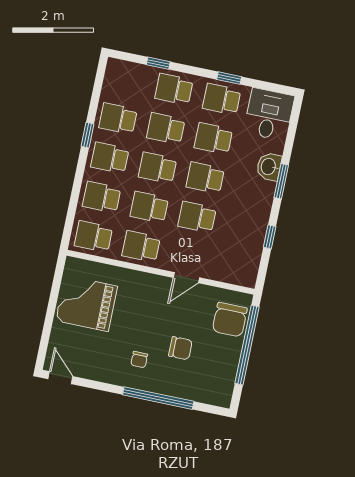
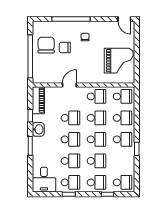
school desk: (118, 119) -> (123, 182), moved
washbasin: (269, 167) -> (38, 129), moved
piano: (249, 262) -> (38, 100), added
chair: (230, 320) -> (46, 45), moved

